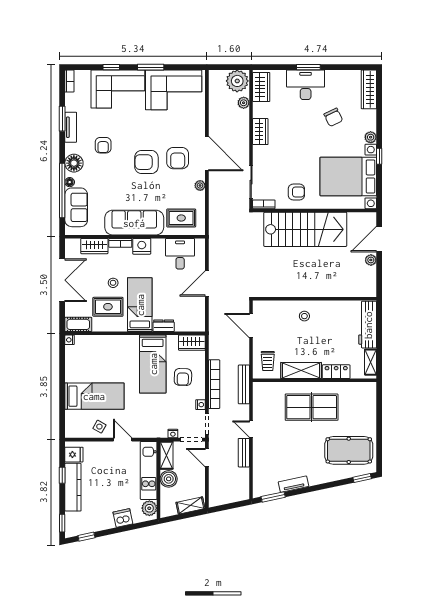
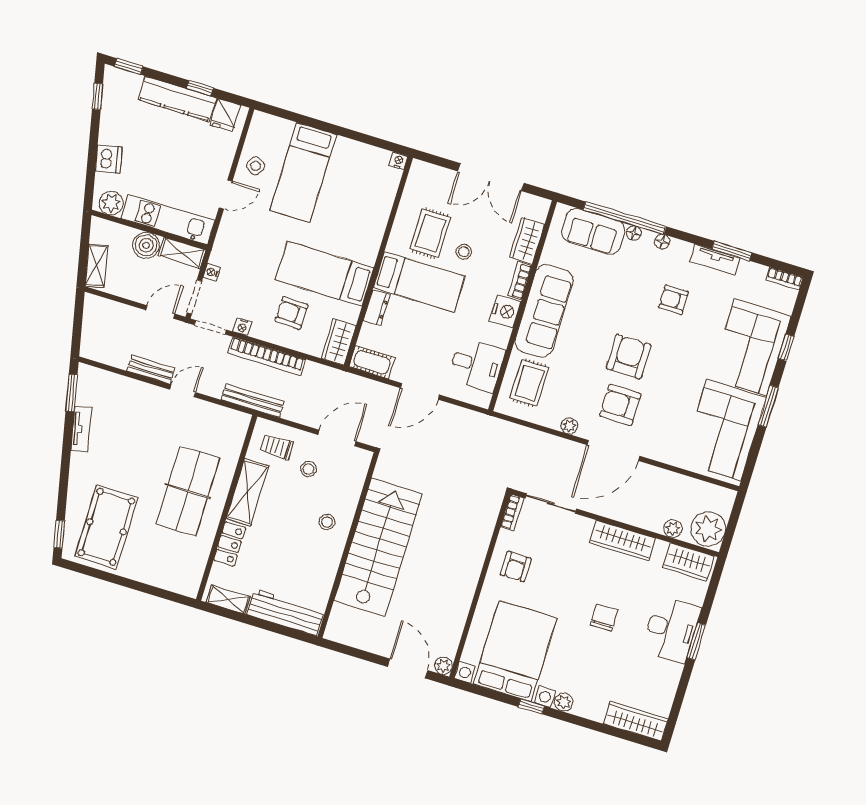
chair: (333, 117) -> (604, 618), moved, turned 116
wardrobe: (260, 132) -> (622, 540), width x1.50
floor lamp: (74, 163) -> (662, 242), width x0.53, depth x0.53
stairs: (305, 229) -> (378, 547), moved, turned 180
plant: (371, 260) -> (443, 666), moved
door: (207, 284) -> (420, 391), swing flipped
cot: (78, 324) -> (372, 362), moved, turned 90
stool: (275, 337) -> (309, 469), added

